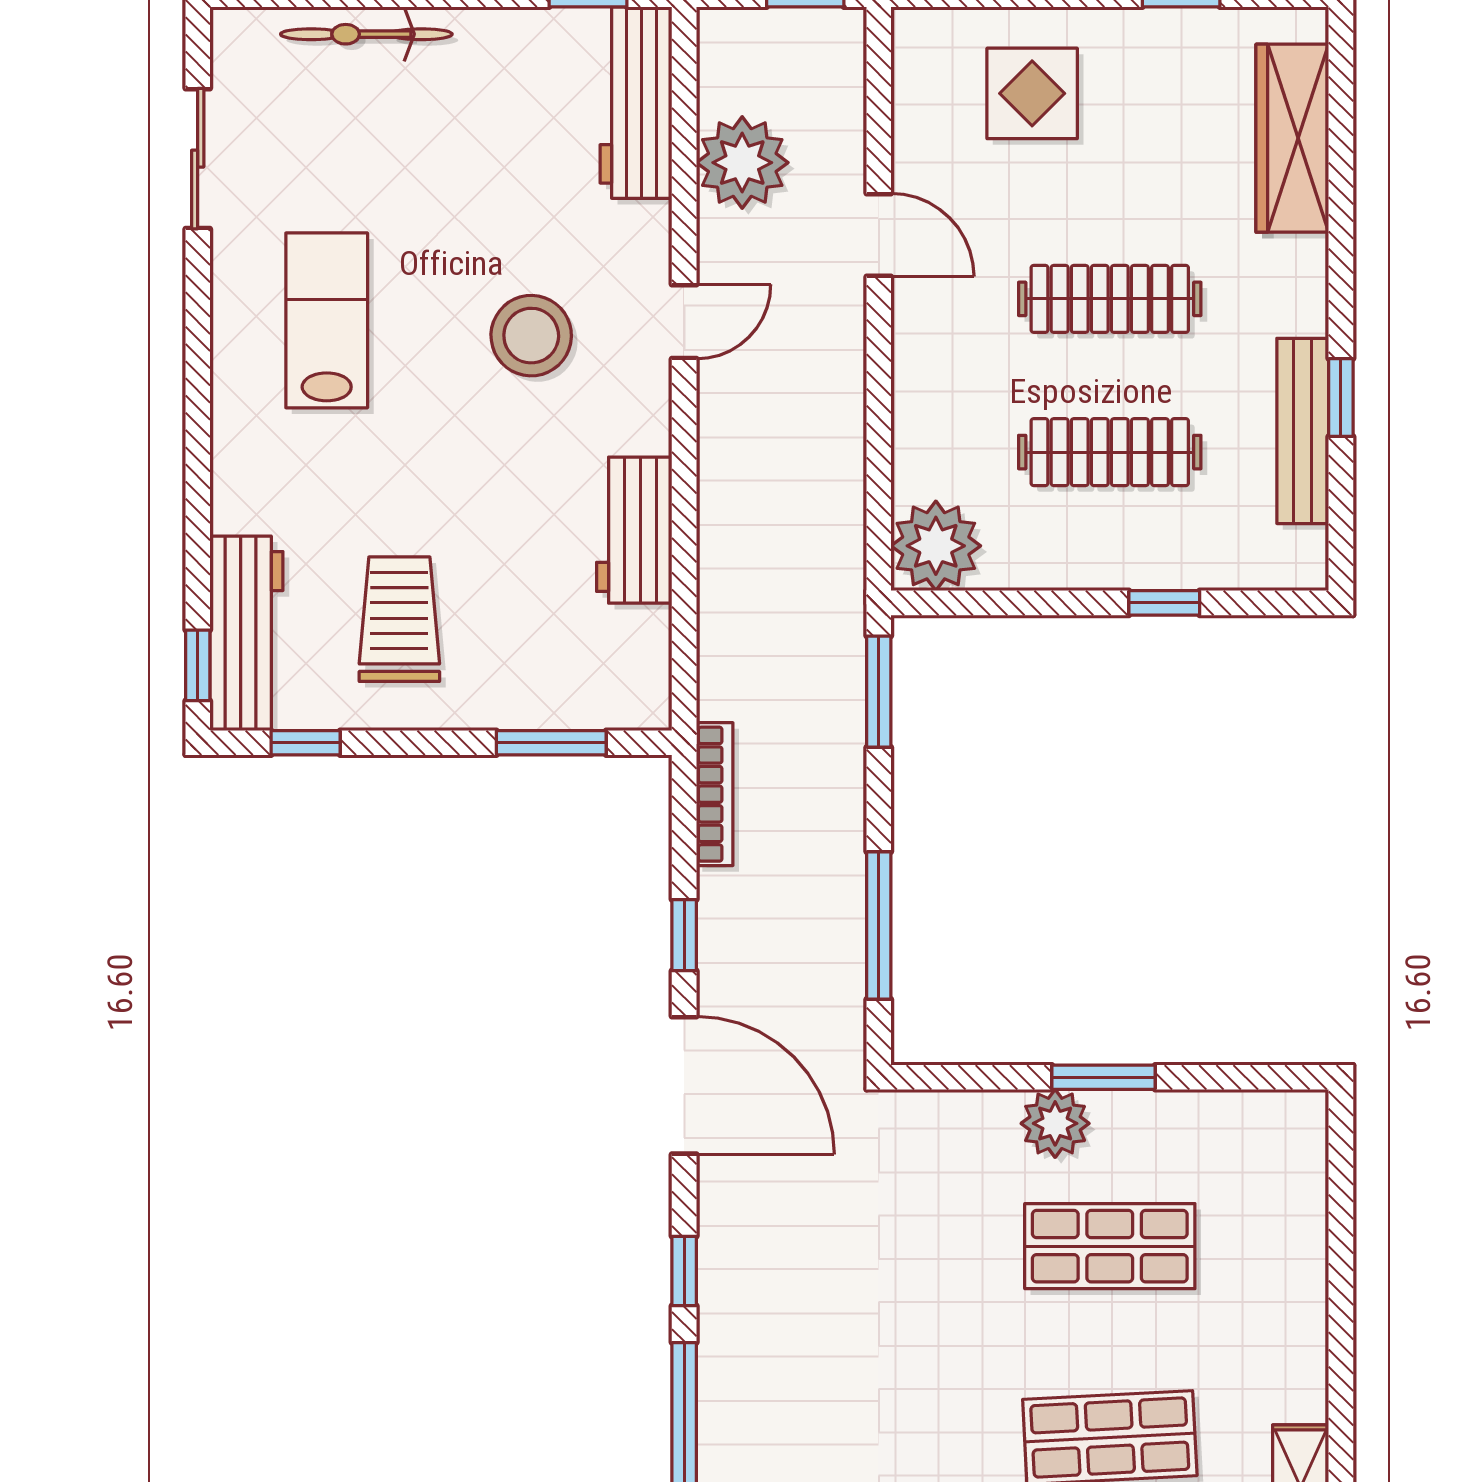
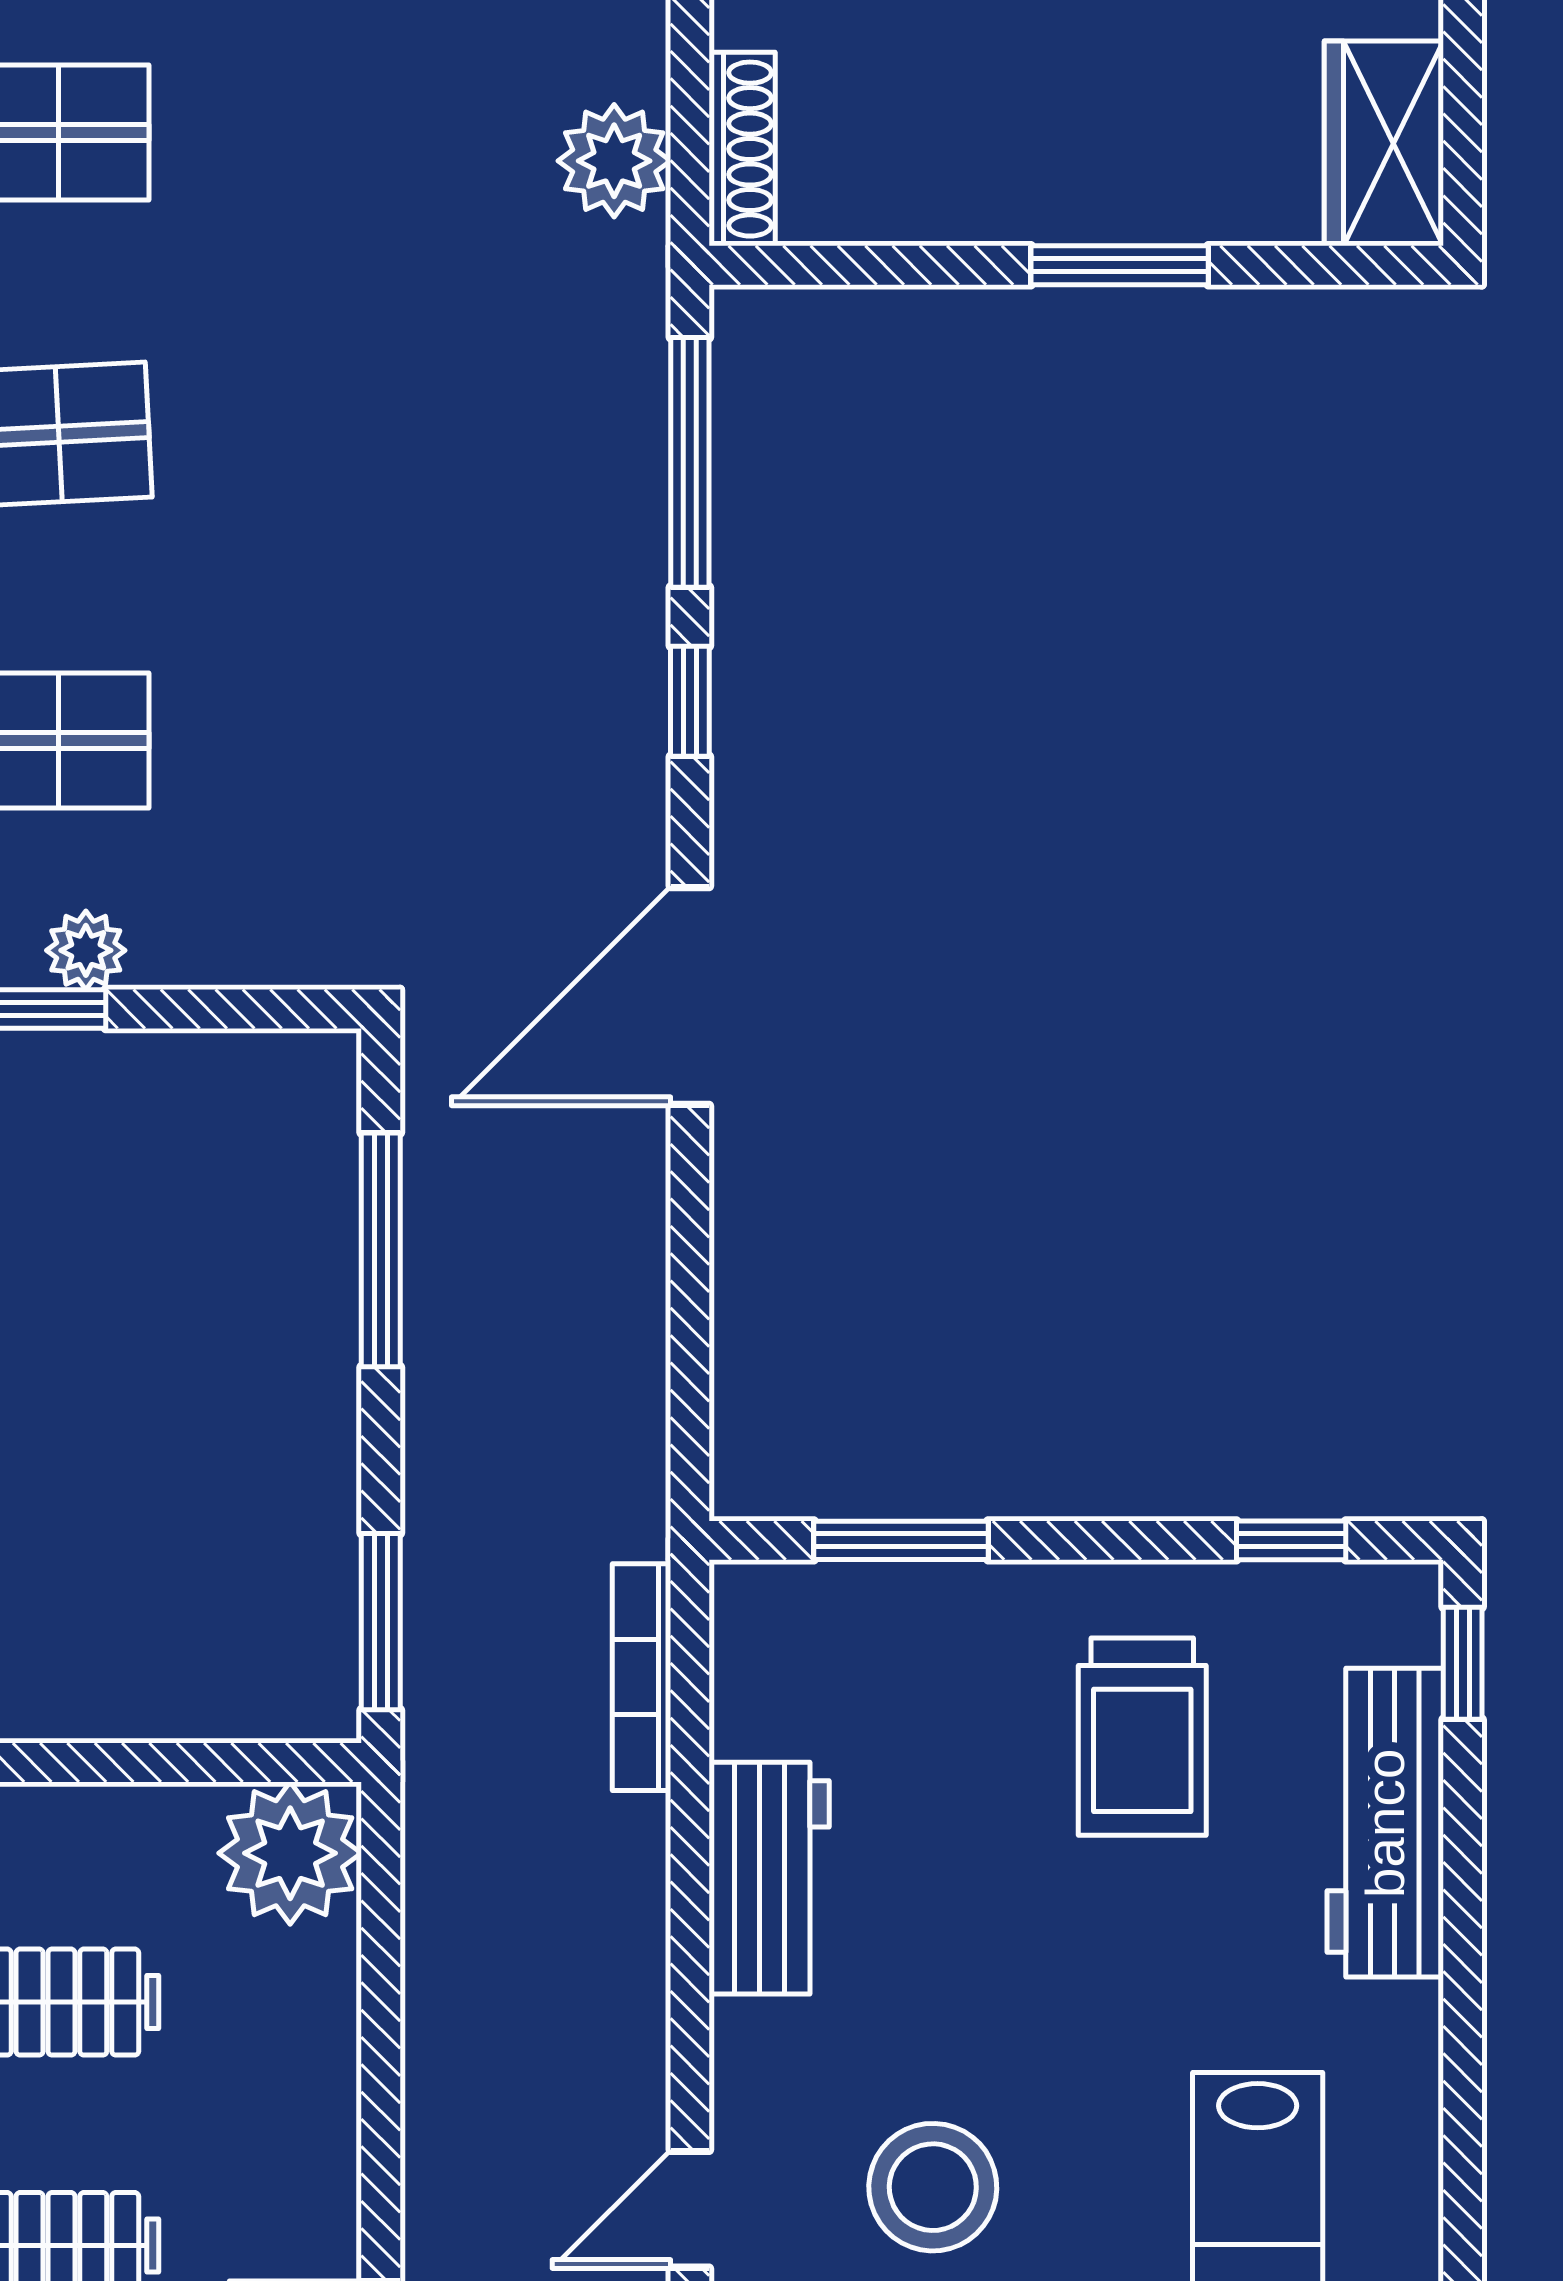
workbench: (246, 633) -> (1385, 1823), moved
bookcase: (715, 794) -> (641, 1677), moved
window: (684, 935) -> (690, 1235), removed
door: (684, 1085) -> (690, 996), hinge flipped
plant: (1055, 1123) -> (86, 950), width x0.73, depth x0.73

